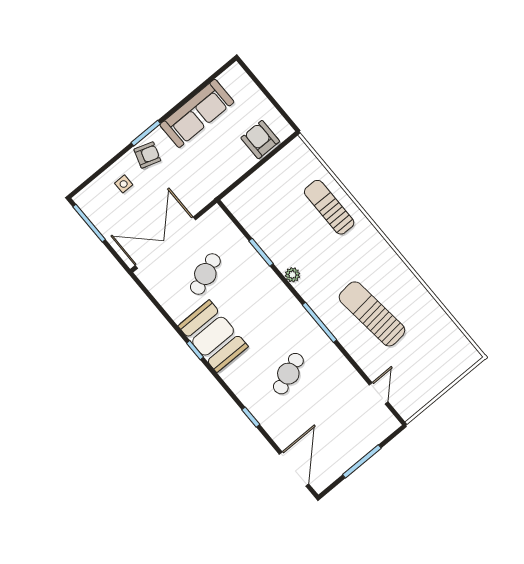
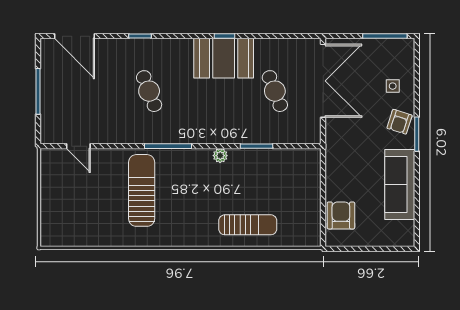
armchair: (260, 140) -> (341, 215), turned -90
sun lounger: (372, 314) -> (142, 190), turned -84

